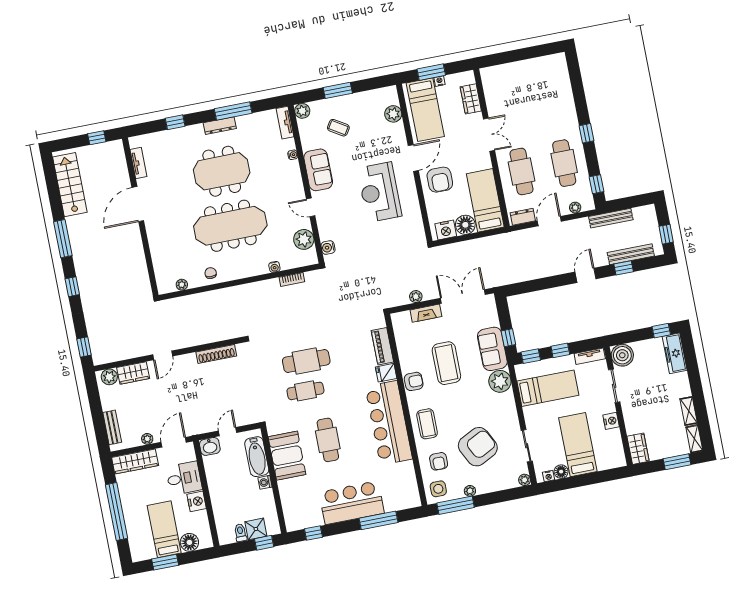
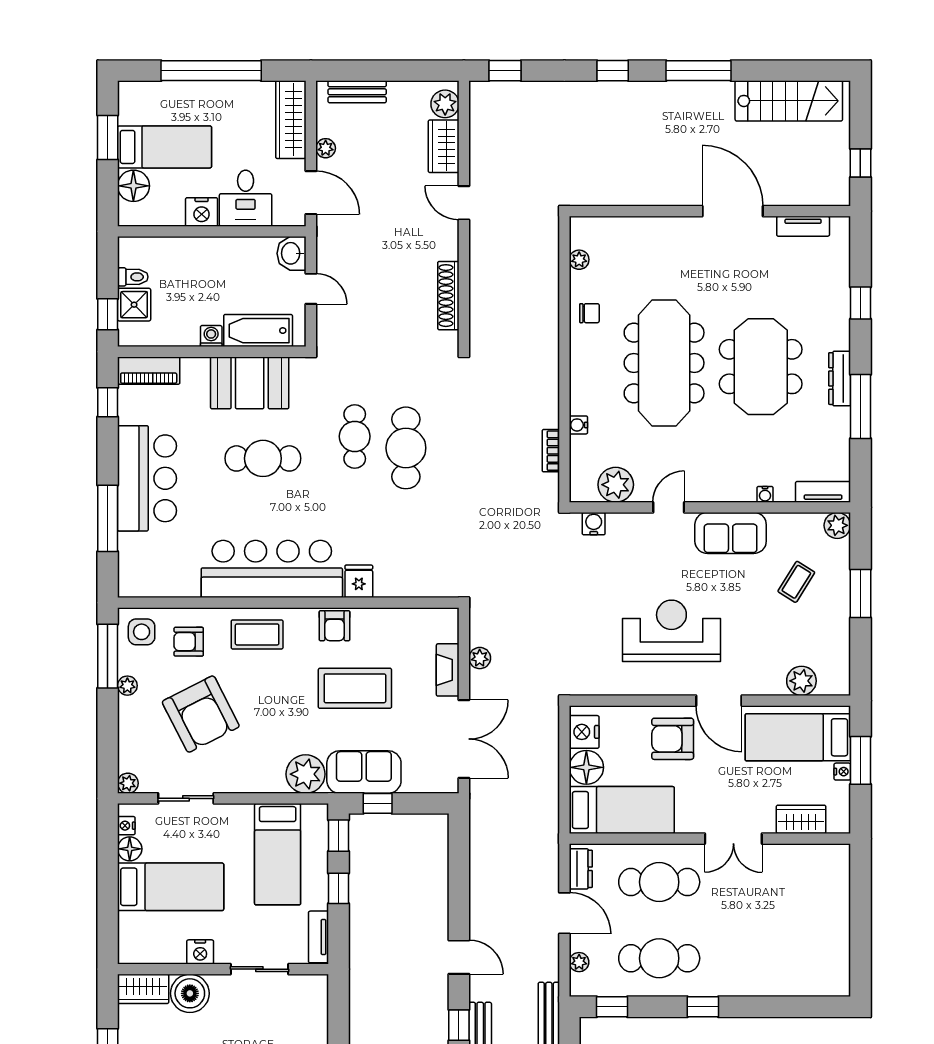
piano: (382, 346) -> (149, 371), moved, turned 180
boiler: (622, 355) -> (190, 993), moved

